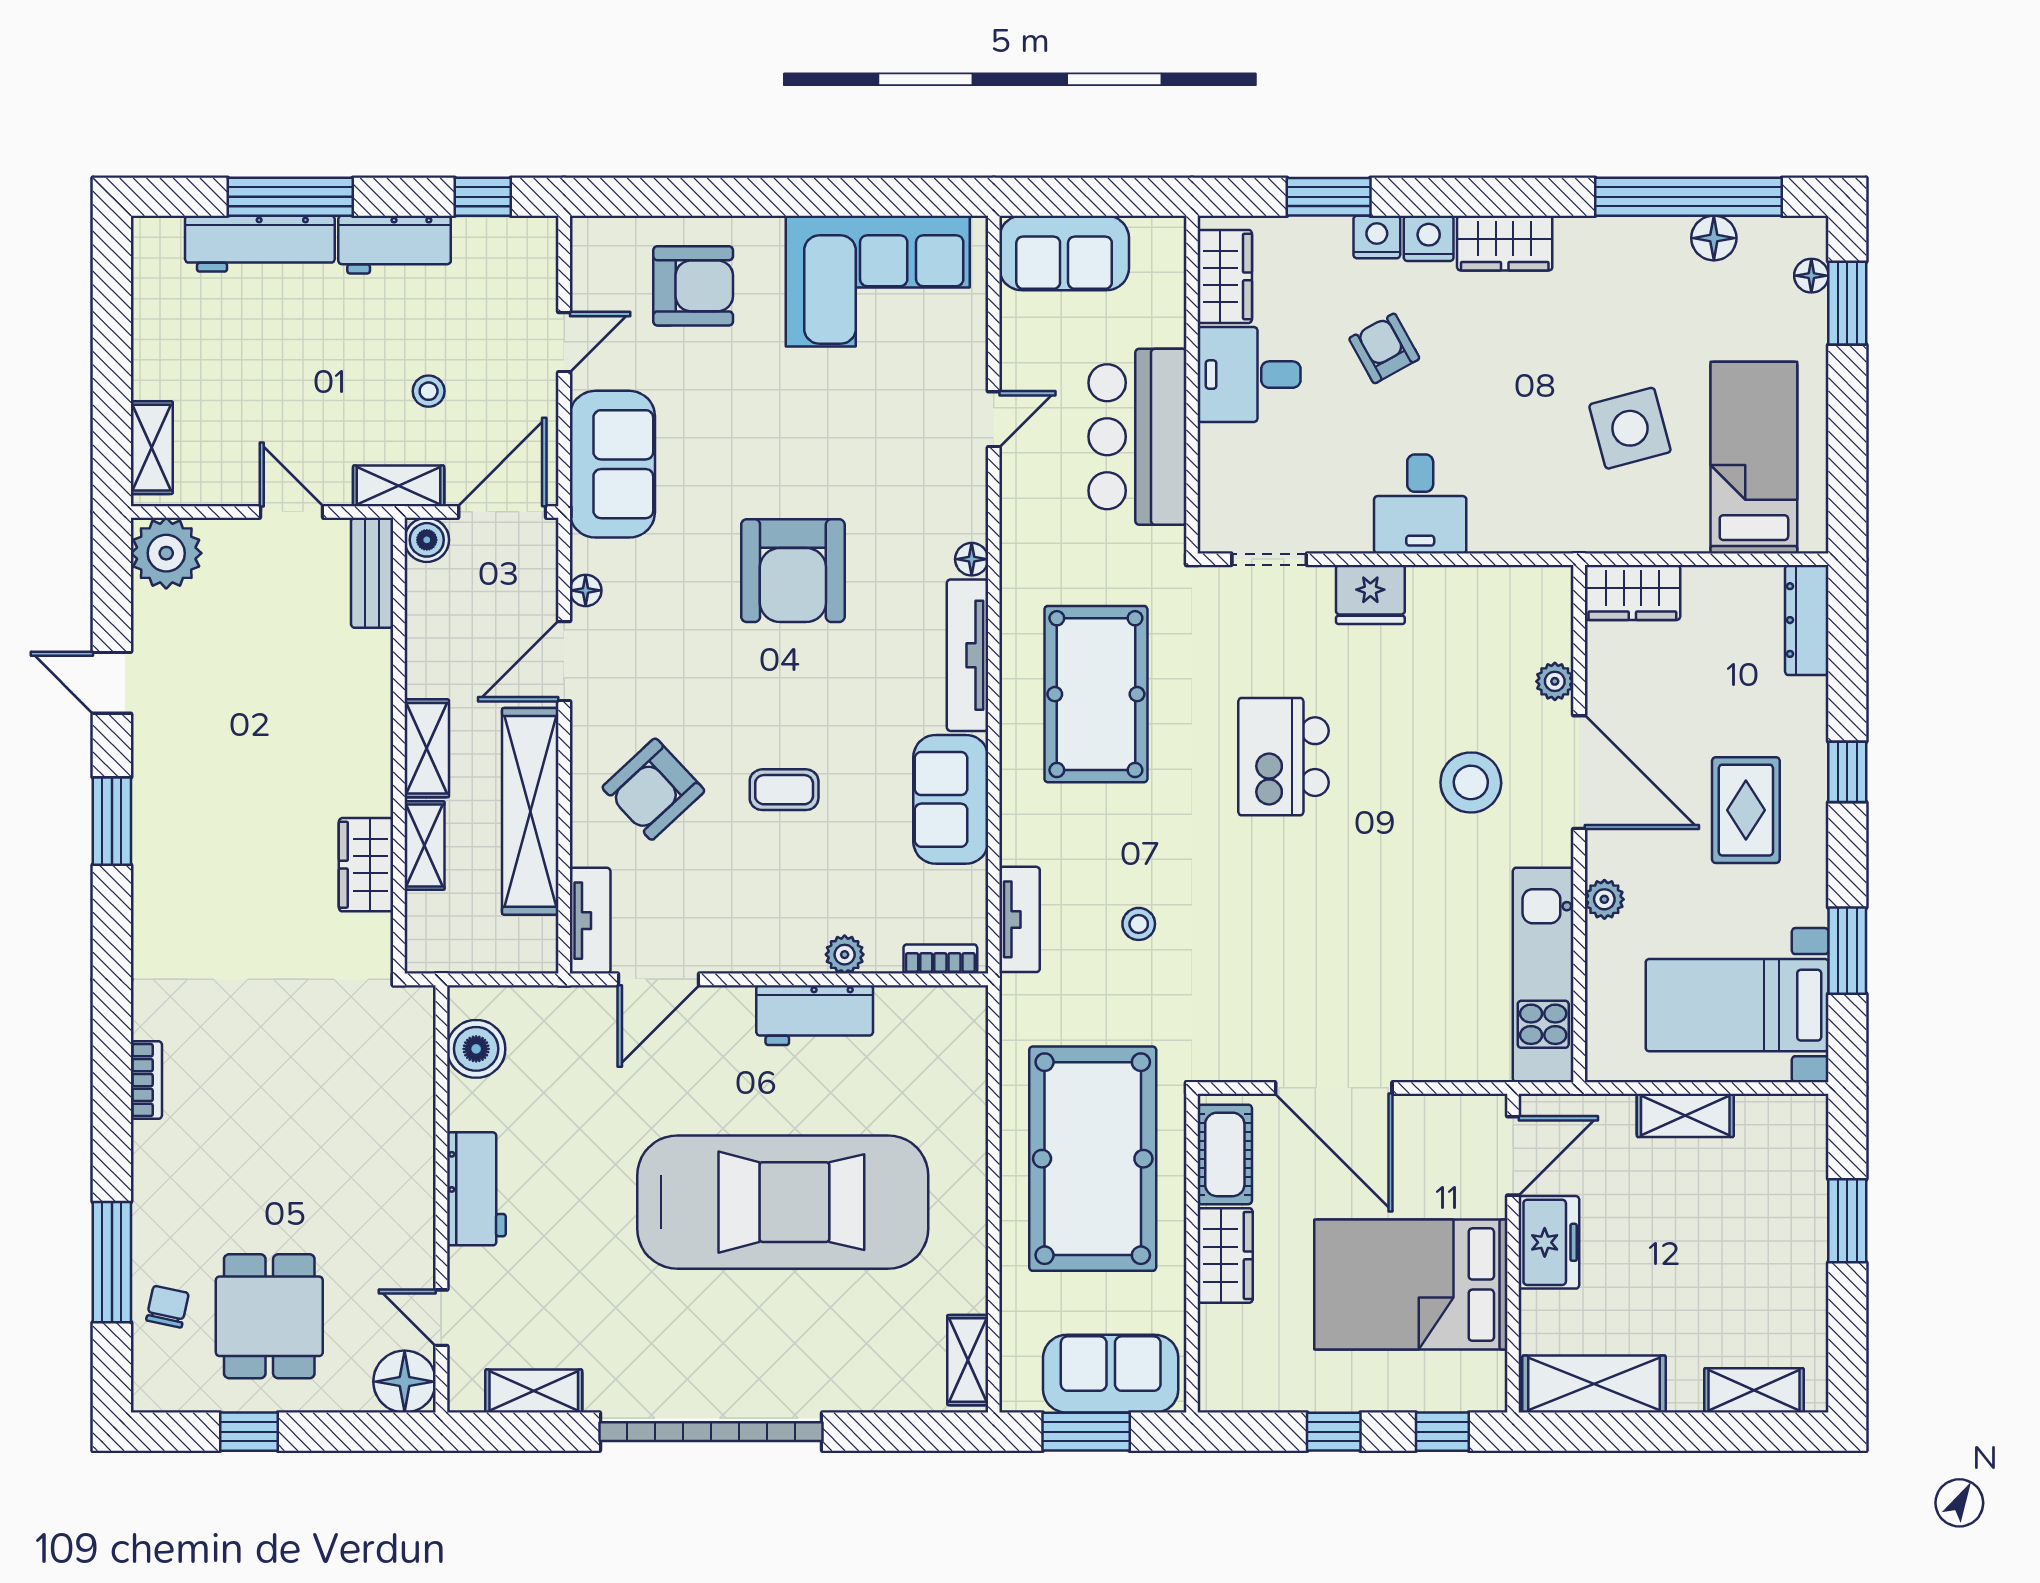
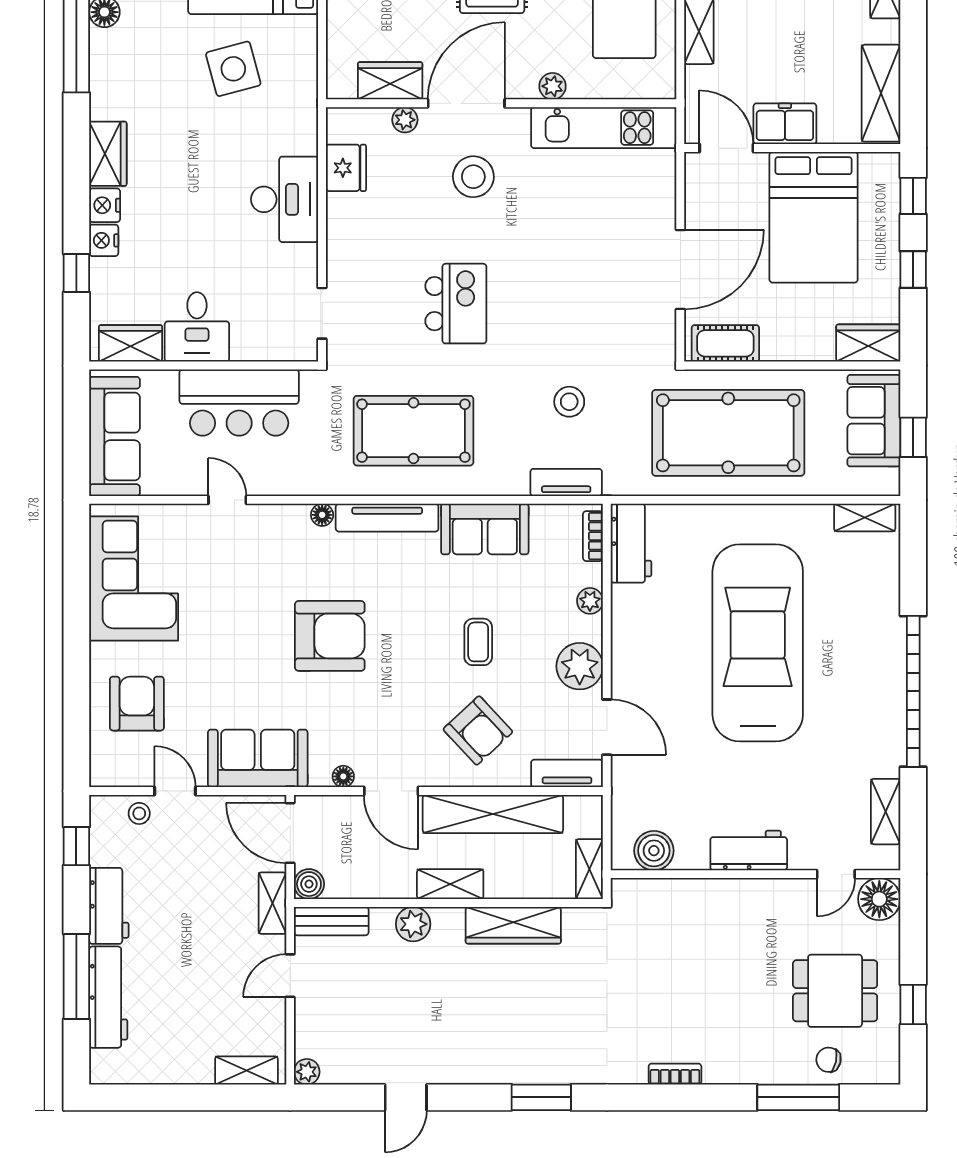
window: (1329, 197) -> (76, 273), width x0.67
sofa: (1064, 253) -> (115, 436), width x1.36
armchair: (1384, 348) -> (179, 235), removed
stool: (429, 391) -> (139, 813), moved
desk: (1420, 504) -> (285, 199), width x1.37
plant: (166, 553) -> (307, 1072), width x0.53, depth x0.53
wardrobe: (1632, 592) -> (390, 81), moved, turned -90
fridge: (1370, 594) -> (346, 168), moved
plant: (368, 694) -> (413, 924), added
kitchen island: (1283, 757) -> (456, 304), turned -90
window: (112, 821) -> (541, 1097), moved
shelving: (425, 846) -> (589, 869), moved, turned 90
wardrobe: (366, 865) -> (513, 925), width x1.50
stool: (1139, 924) -> (569, 402), width x1.37, depth x1.37
plant: (748, 939) -> (580, 666), added
workbench: (815, 1015) -> (631, 543), moved
wardrobe: (1225, 1255) -> (868, 343), moved
window: (1086, 1432) -> (913, 437), width x0.67

